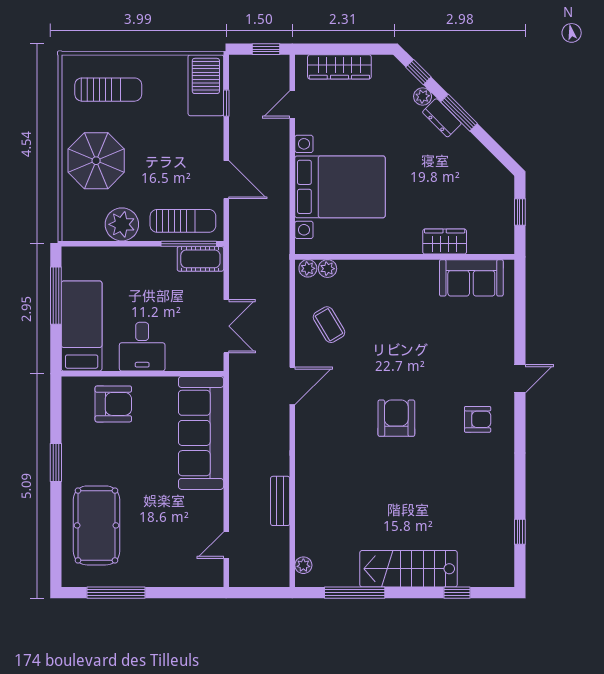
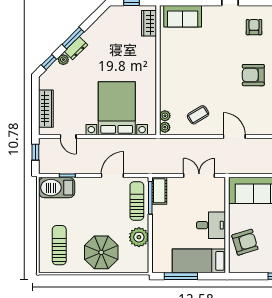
wardrobe: (445, 242) -> (149, 23), moved
sofa: (471, 278) -> (183, 16), moved, turned 90
armchair: (113, 404) -> (245, 242), turned 73

